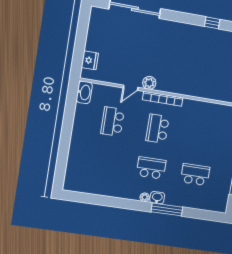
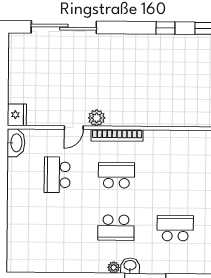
fridge: (90, 60) -> (17, 115), moved
school desk: (158, 129) -> (116, 175), turned 90
school desk: (151, 168) -> (116, 228), turned 180

